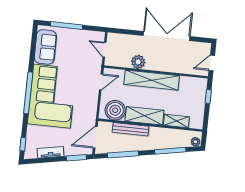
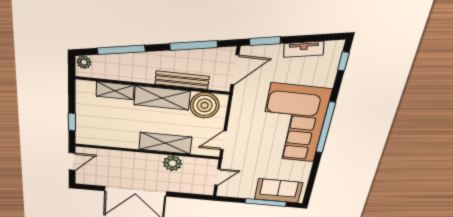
sofa: (45, 47) -> (279, 191), moved, turned 90
door: (104, 50) -> (218, 177), hinge flipped
shelving: (152, 80) -> (165, 143), width x0.68

